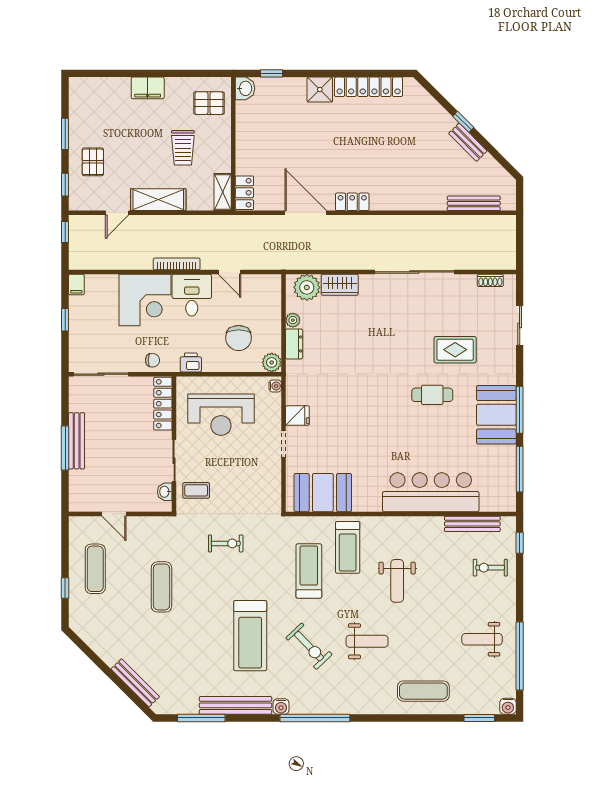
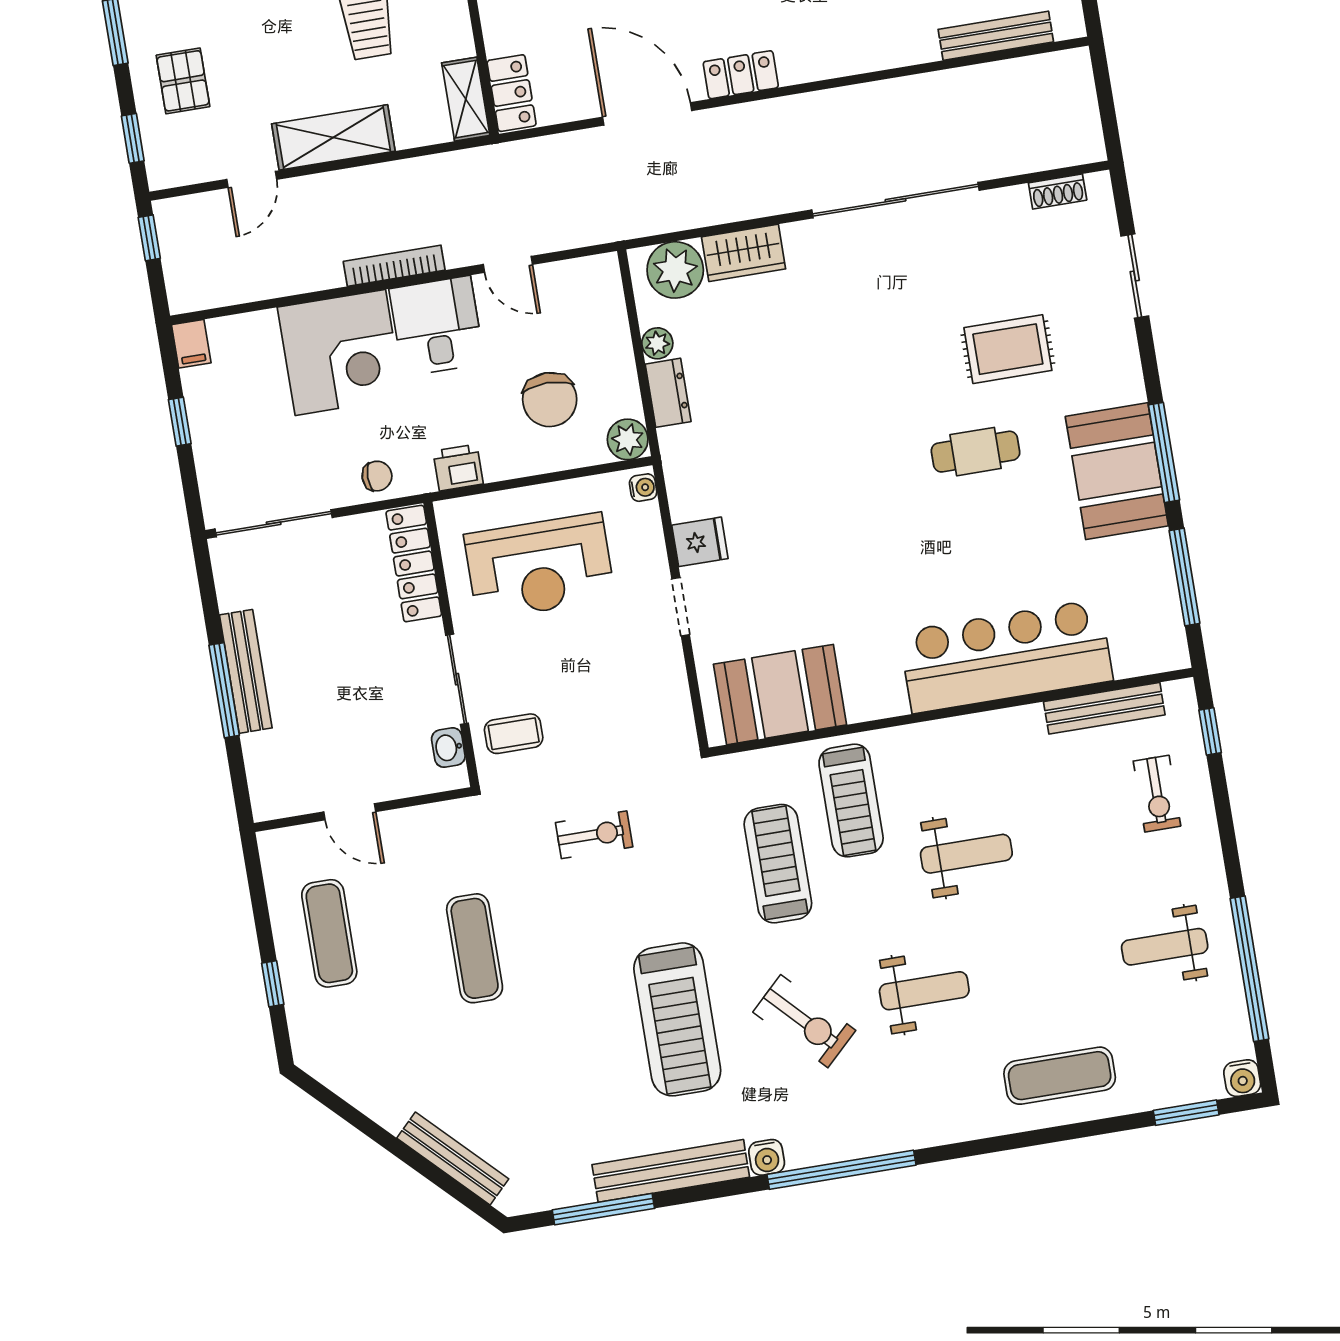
exercise bike: (490, 568) -> (1157, 794), turned -90
weight bench: (397, 581) -> (966, 854), turned -90

